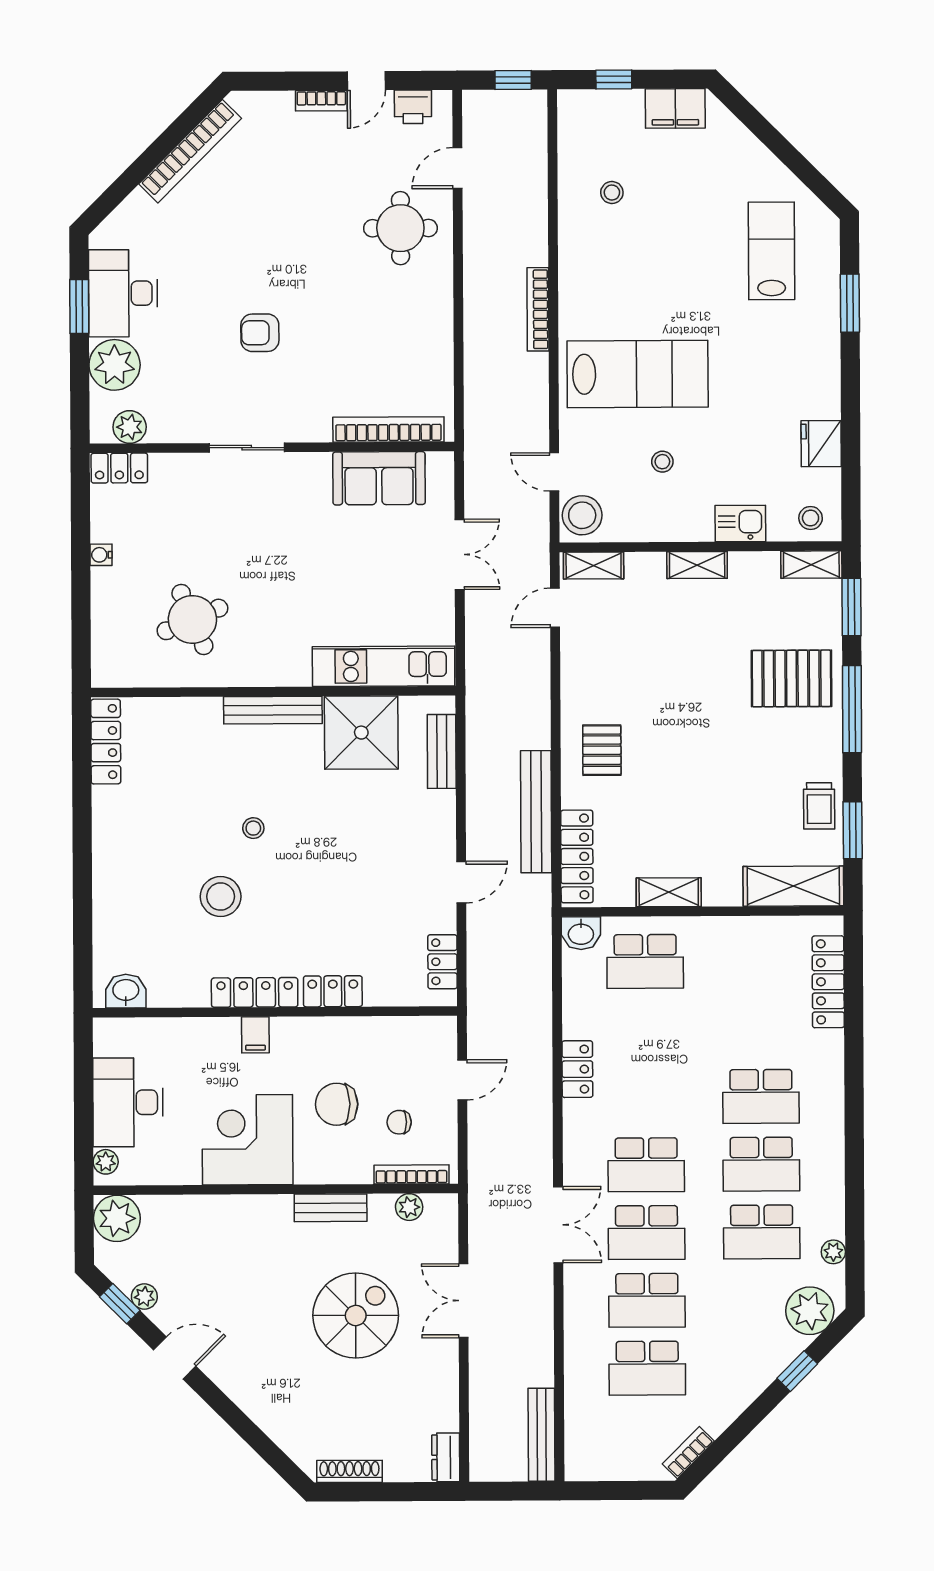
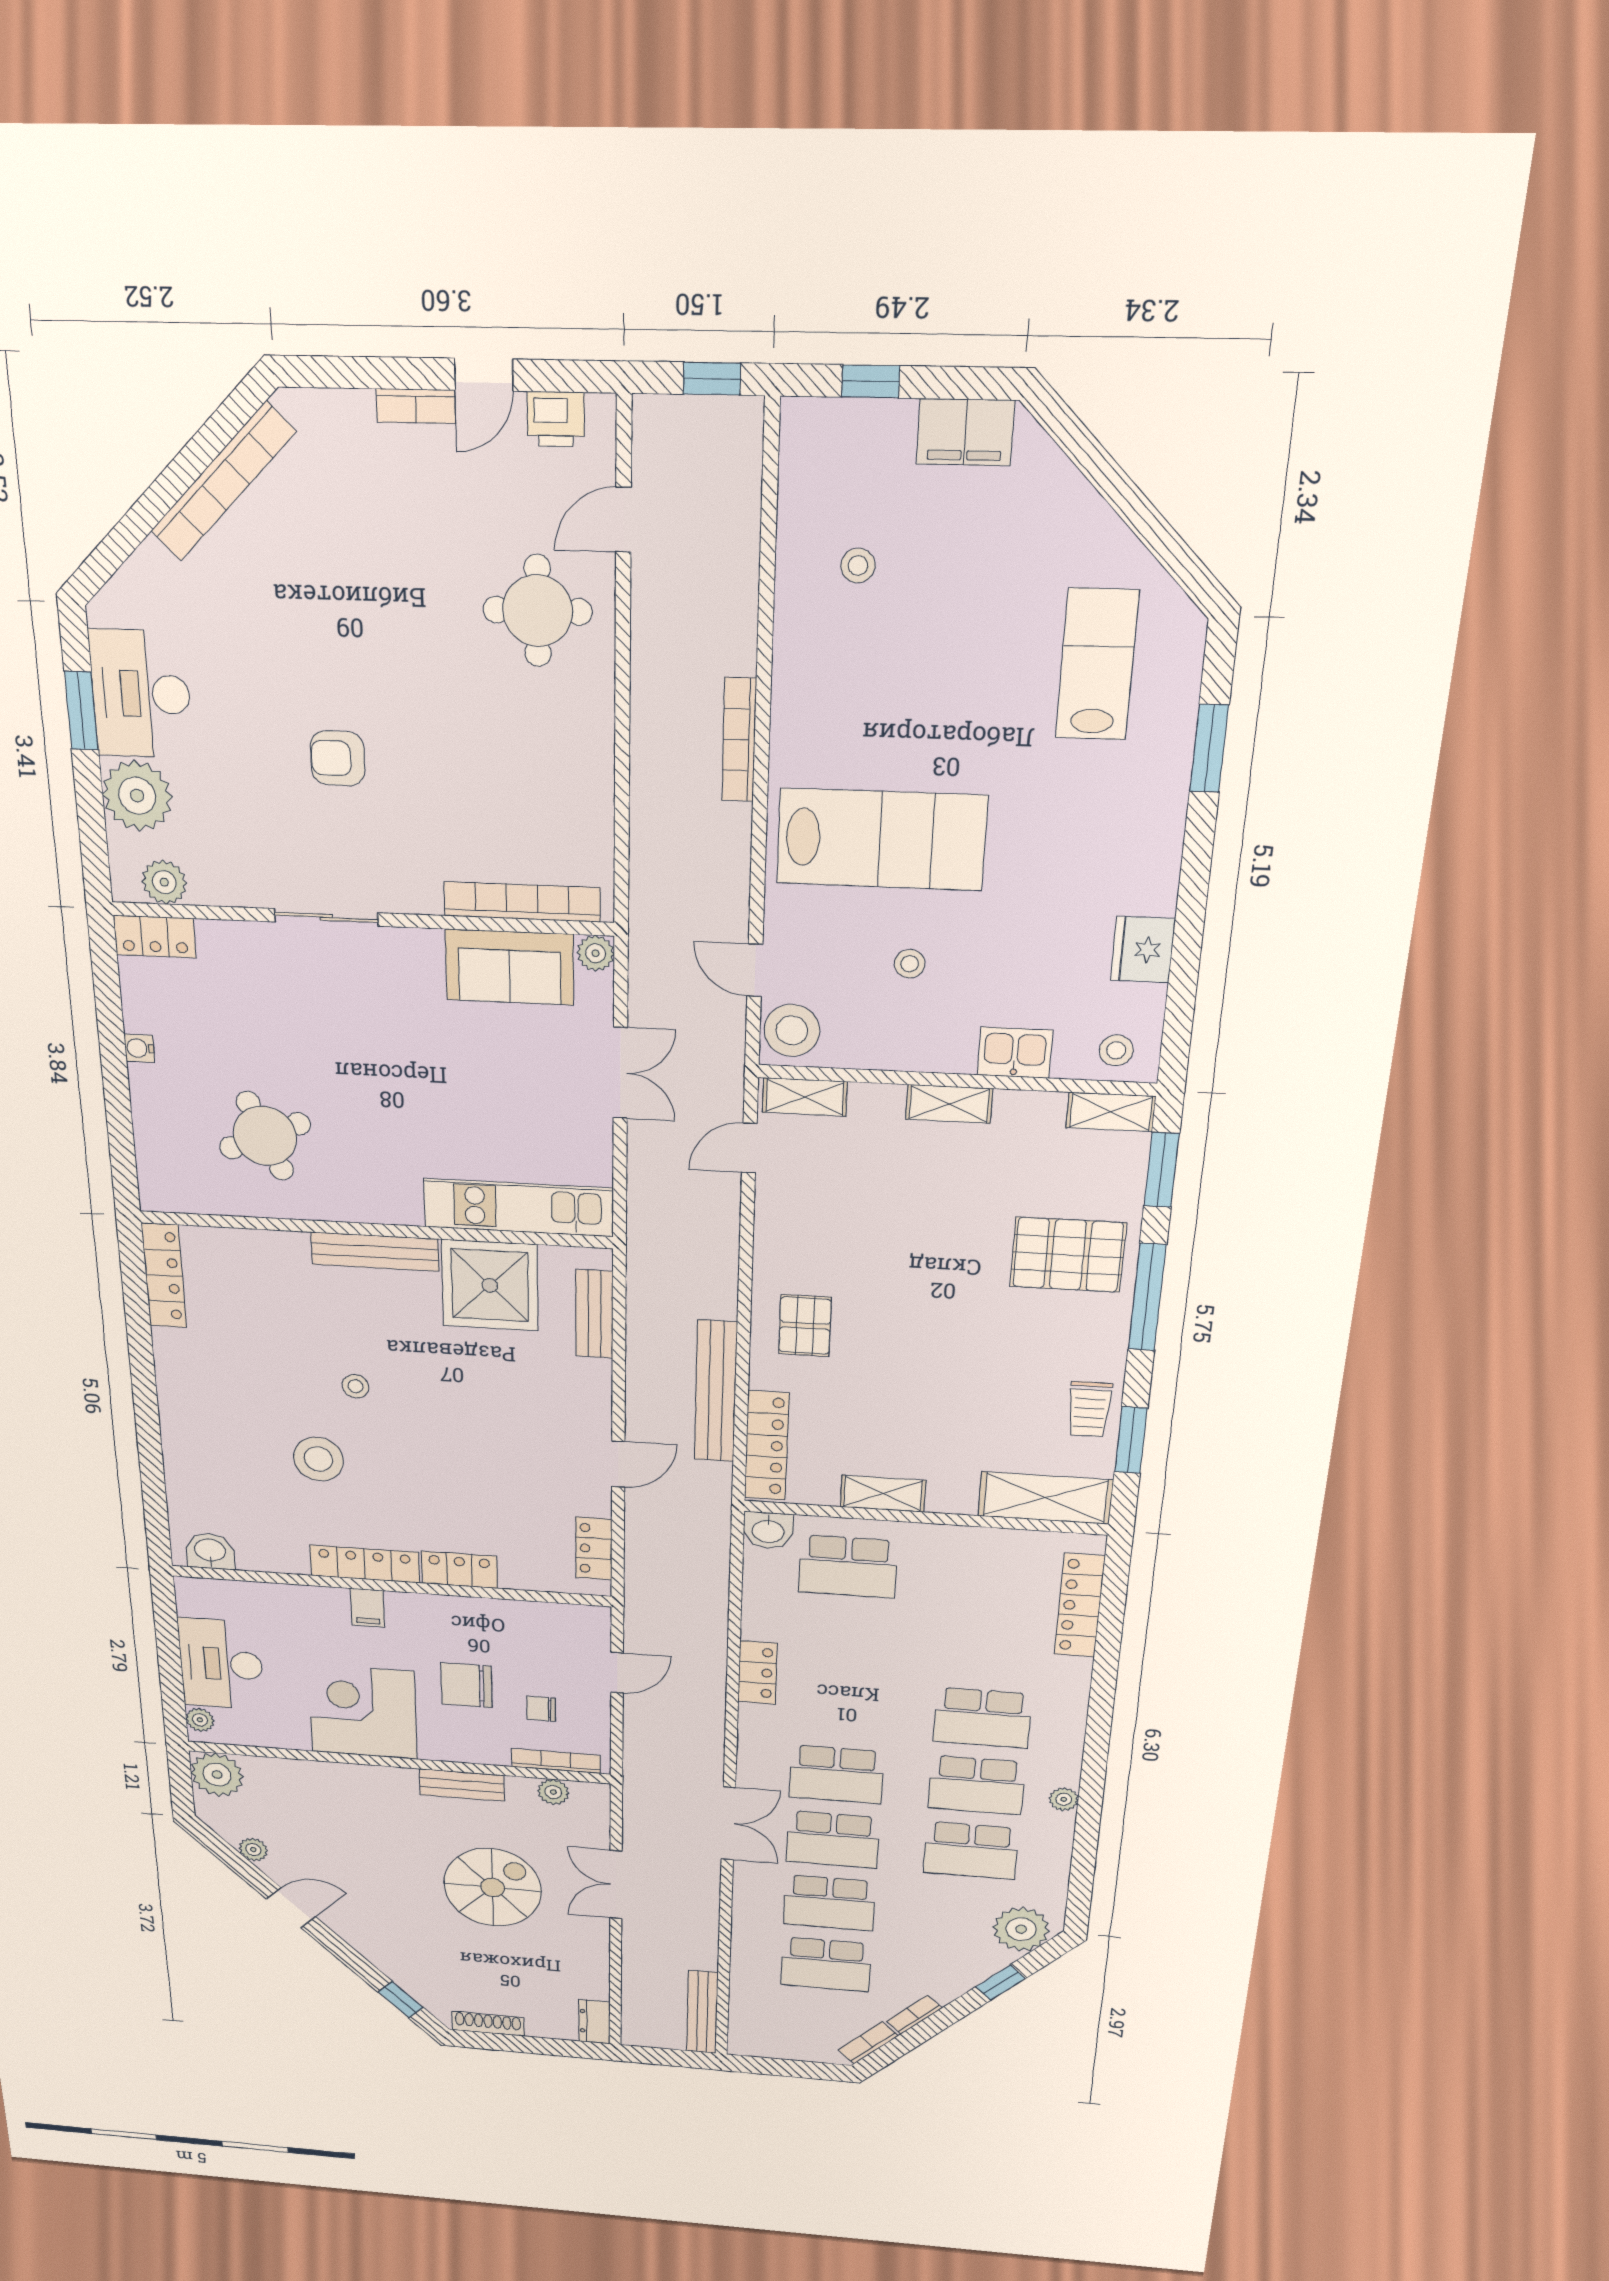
plant: (441, 465) -> (596, 953), added
plant: (833, 1252) -> (1064, 1799), moved
window: (120, 1304) -> (401, 2000), moved
bookcase: (726, 1416) -> (914, 2015), added

